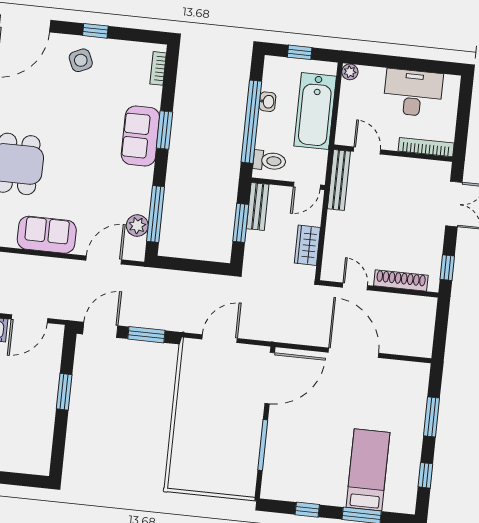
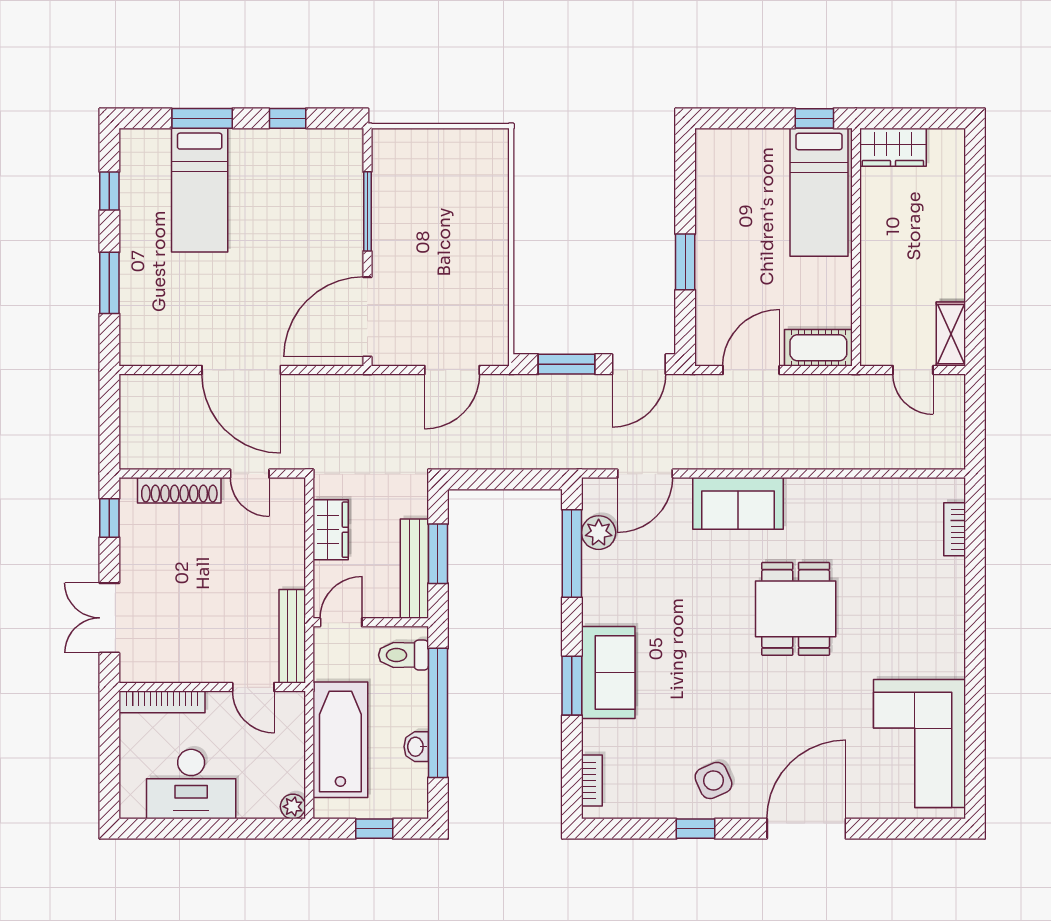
bench: (258, 206) -> (414, 569), width x1.36

